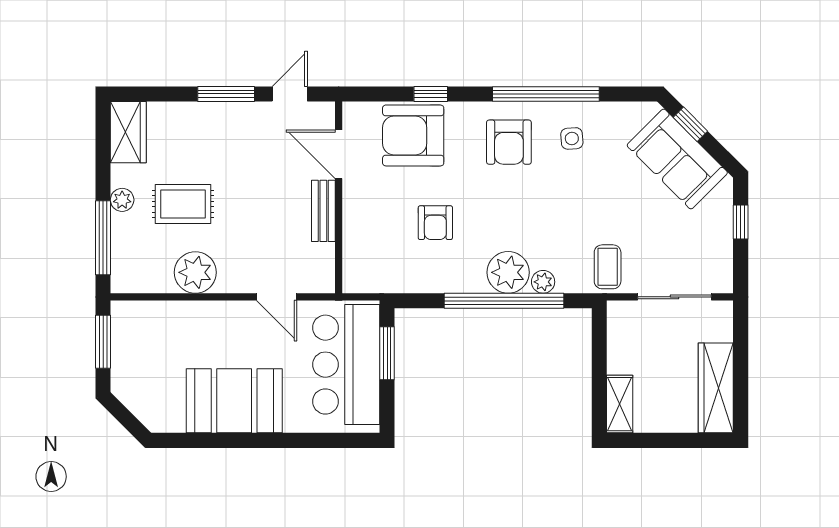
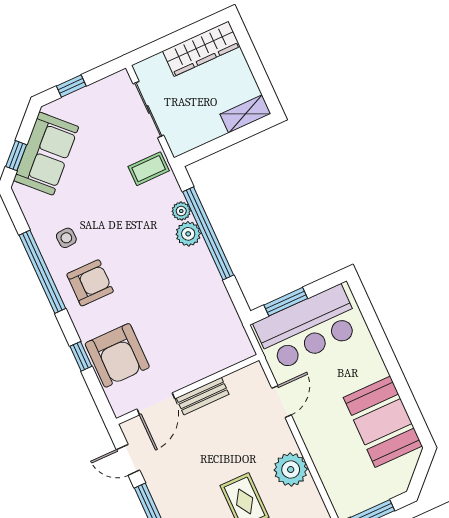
armchair: (435, 223) -> (174, 310), removed
plant: (508, 272) -> (188, 234), width x0.73, depth x0.73
booth: (234, 401) -> (383, 422), moved

